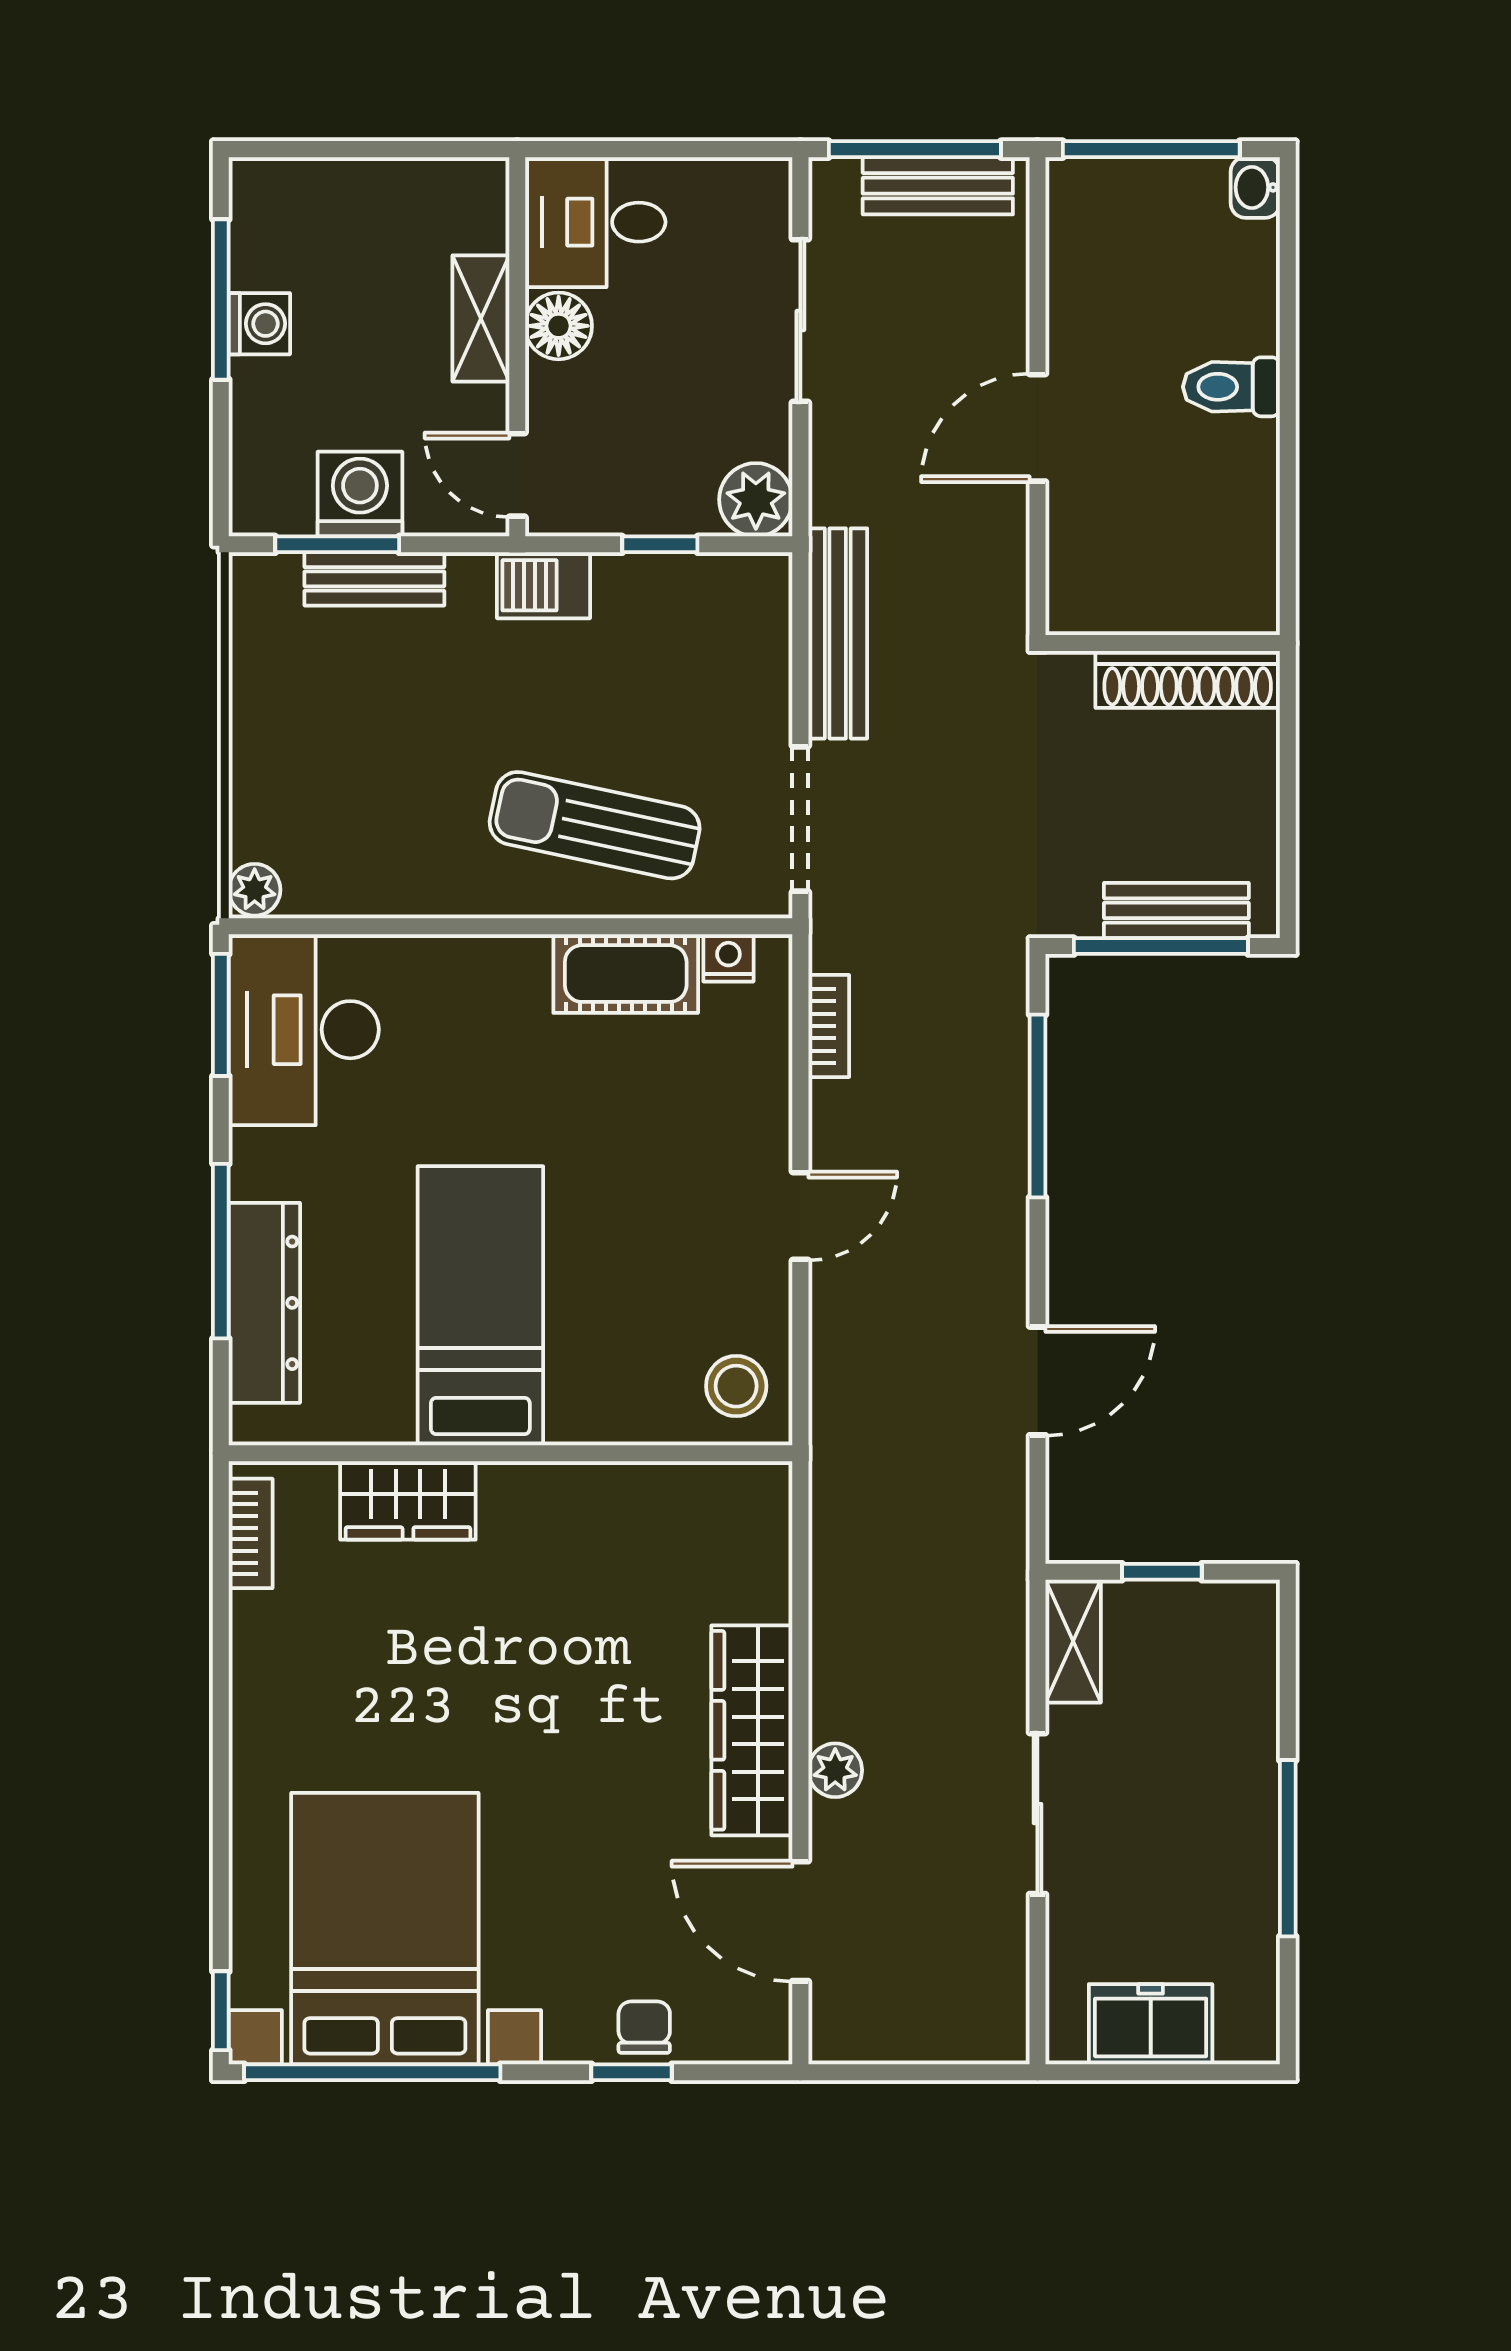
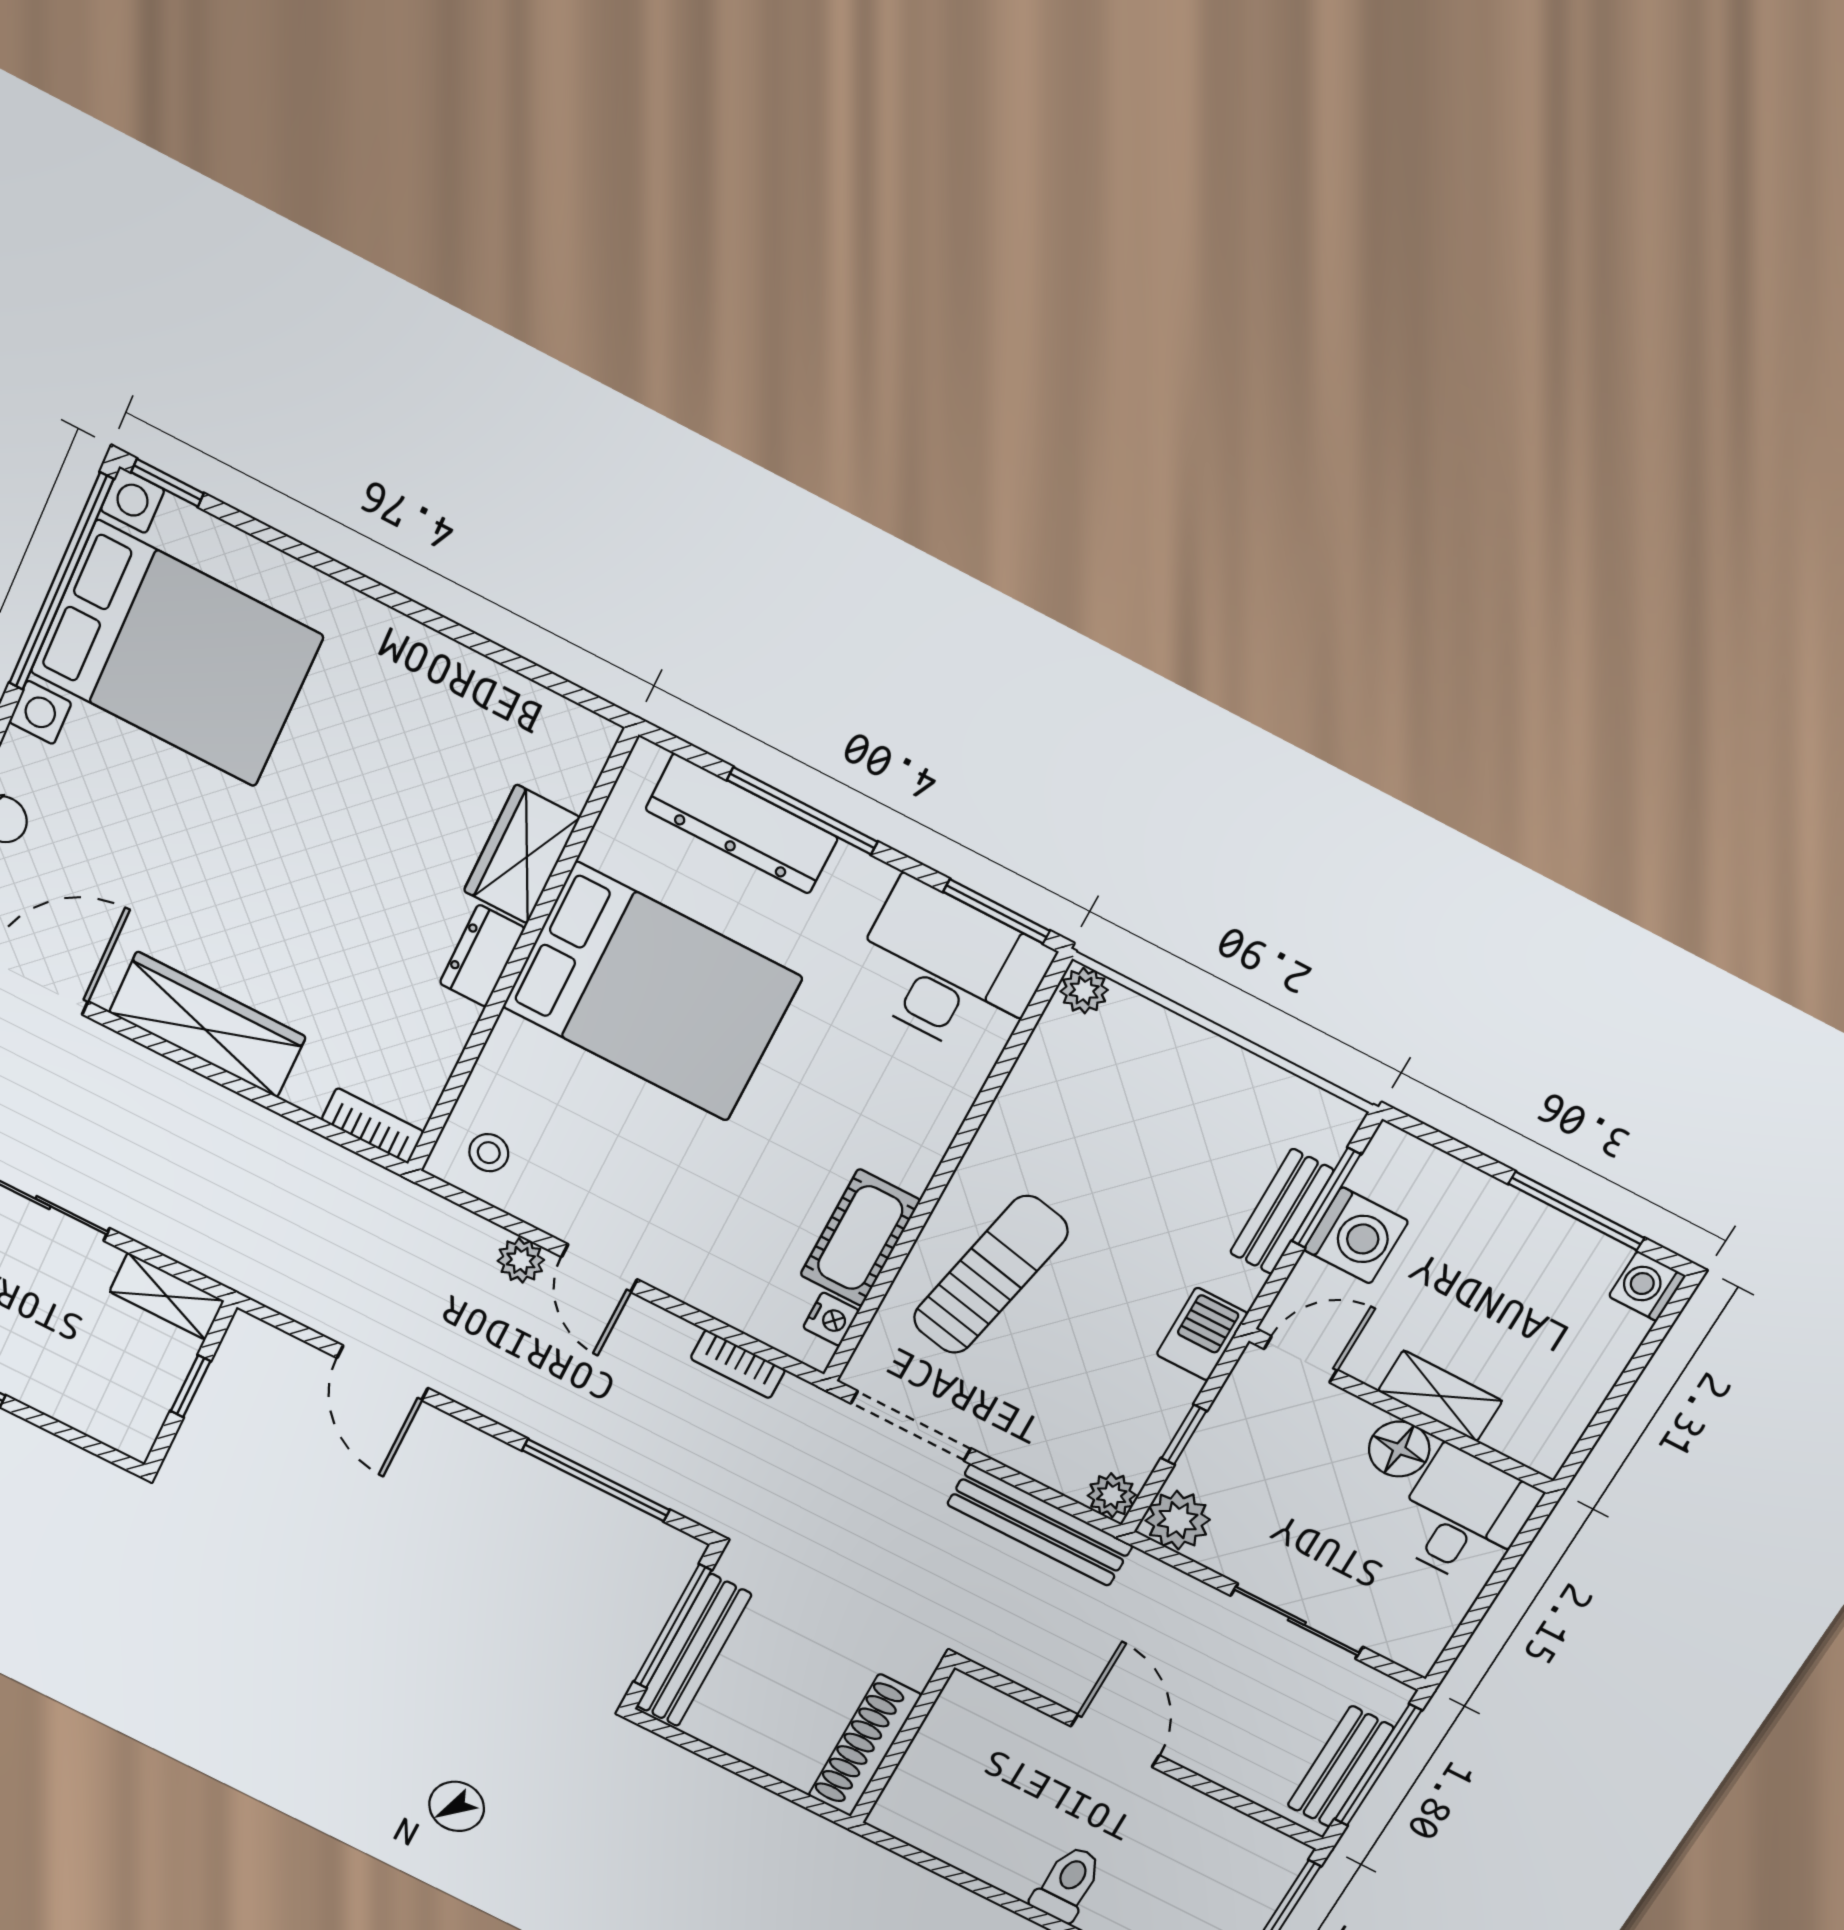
washing machine: (259, 324) -> (1647, 1286), moved, turned 90
plant: (765, 580) -> (1112, 1495), added
bench: (1176, 910) -> (694, 1650), width x1.36
bed: (480, 1306) -> (652, 992), width x1.50
stool: (736, 1386) -> (489, 1153), width x0.73, depth x0.73
dresser: (533, 1490) -> (482, 956), added
bookcase: (251, 1533) -> (373, 1126), moved, turned 180
plant: (835, 1770) -> (521, 1260), moved

